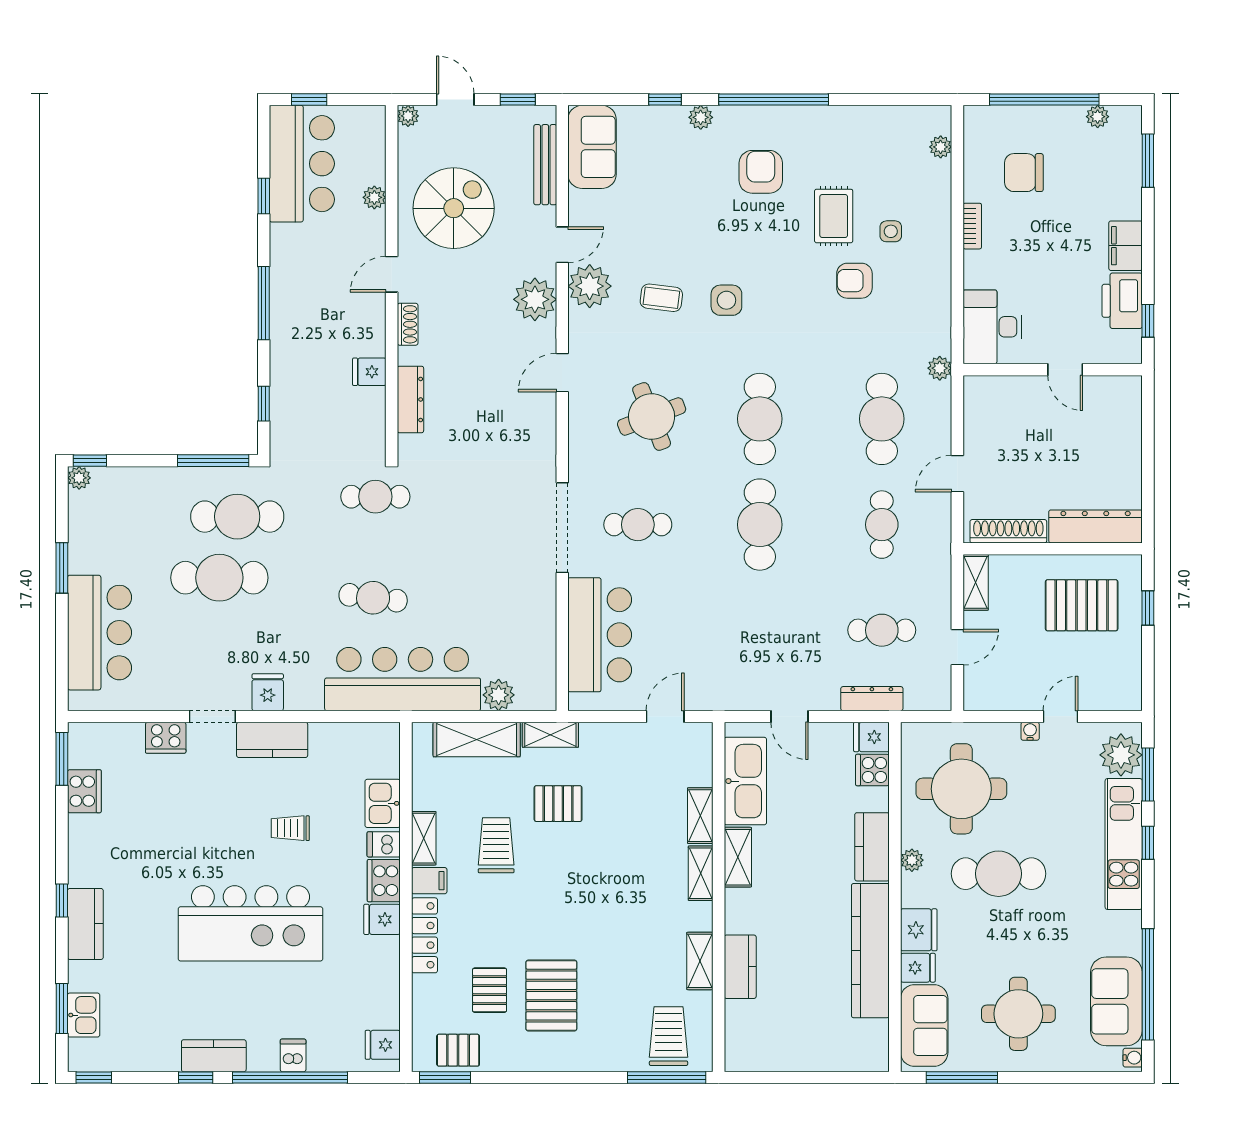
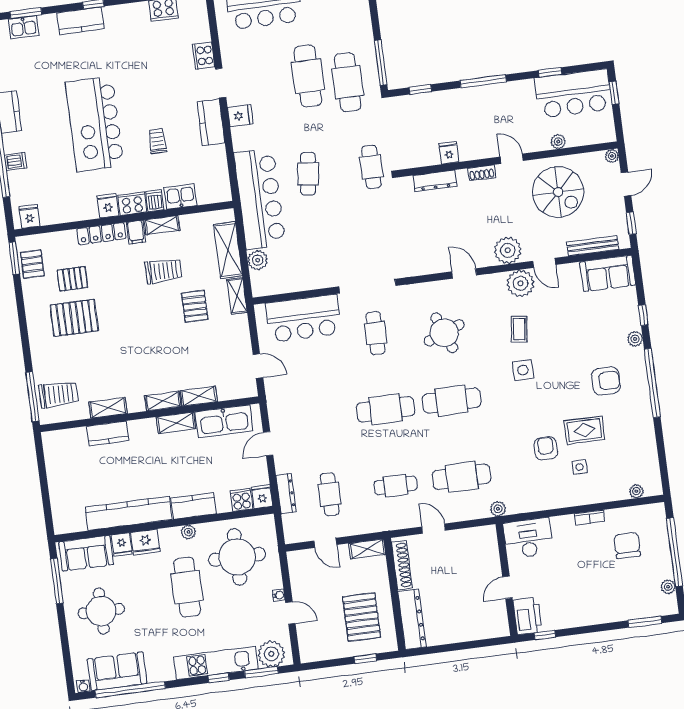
filing cabinet: (1126, 246) -> (590, 615), removed
printer: (1122, 301) -> (528, 616), moved, turned 90

